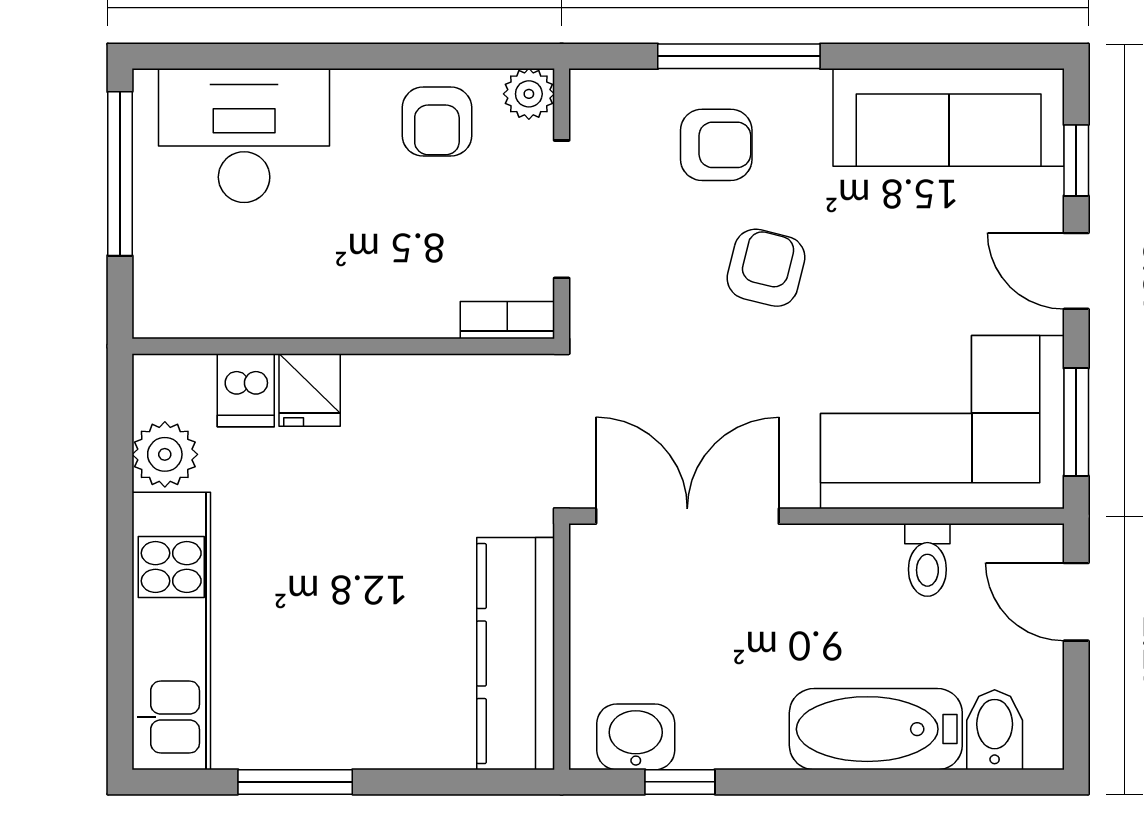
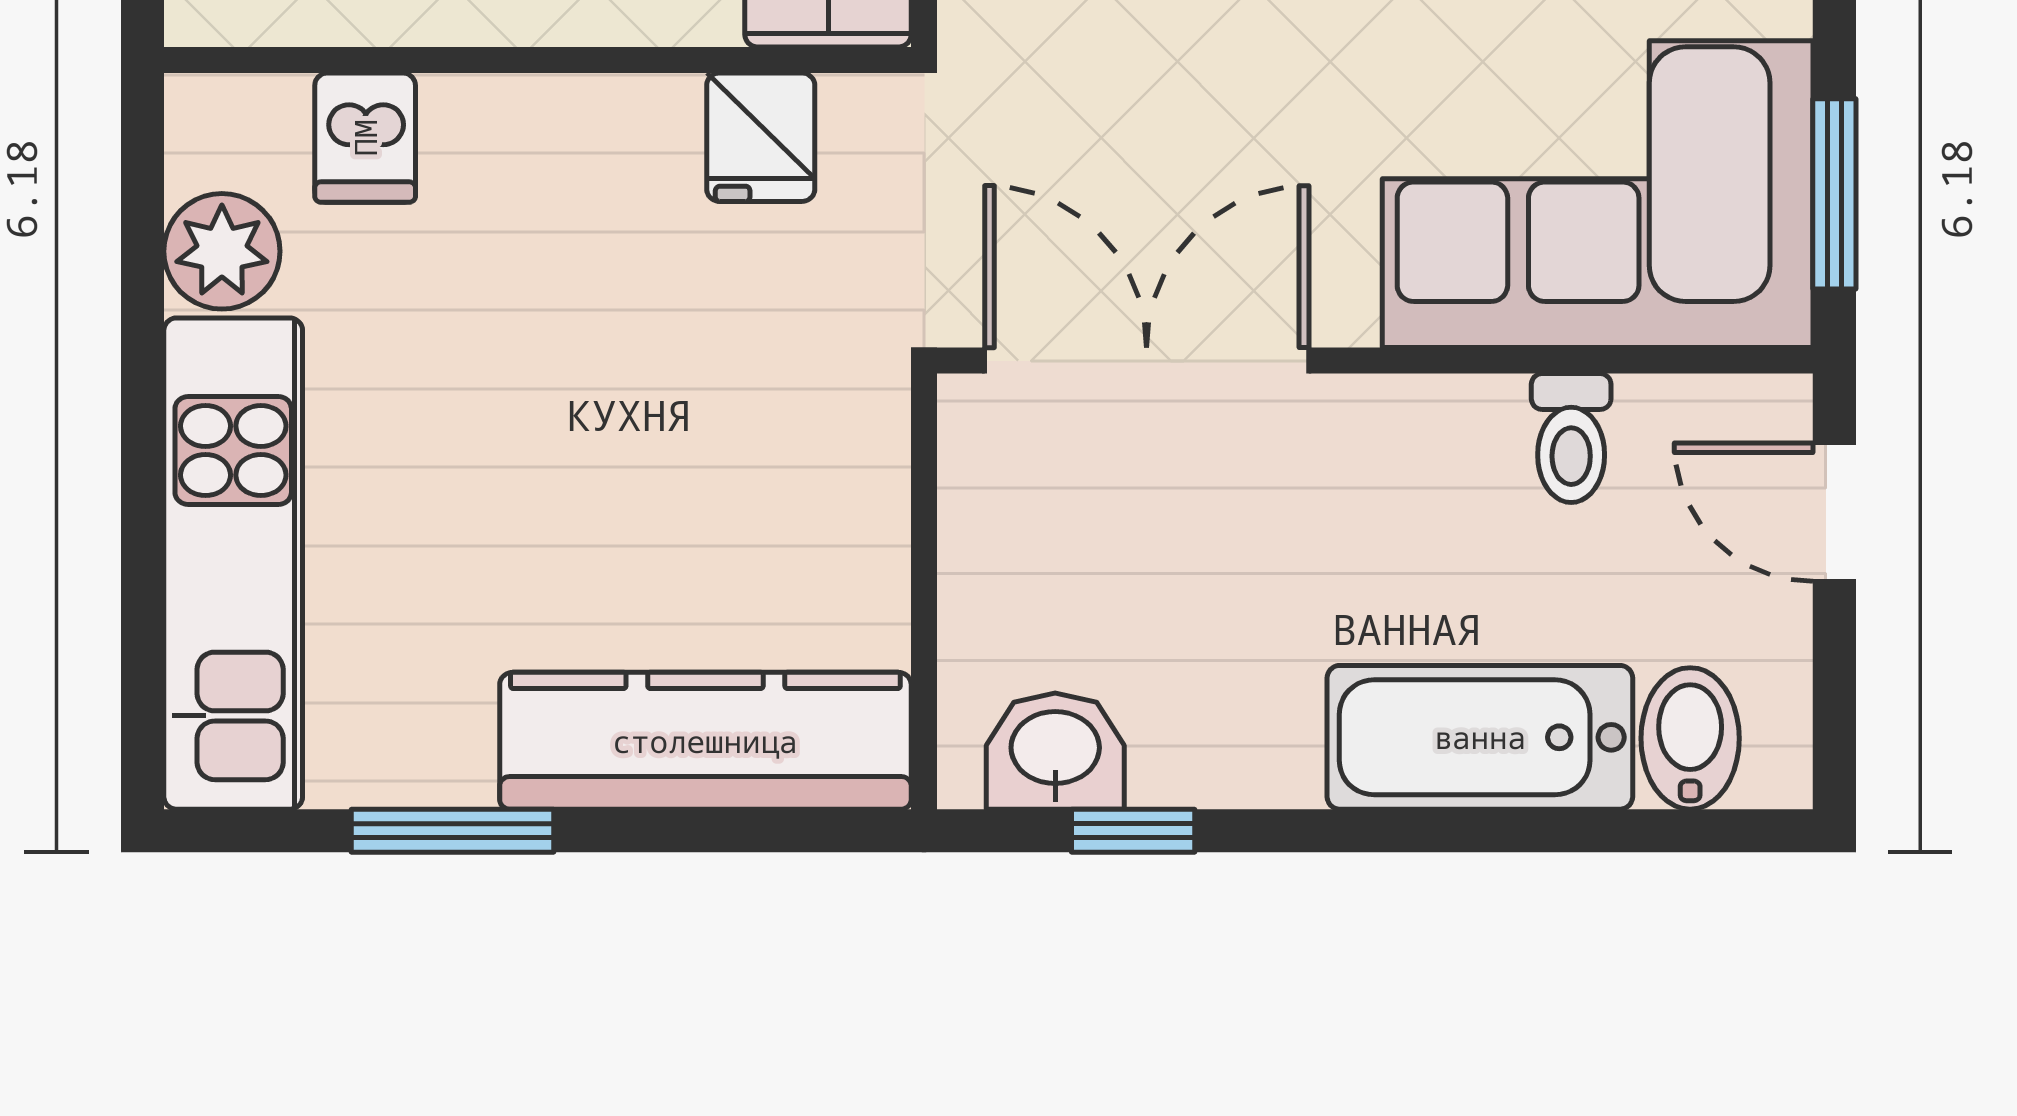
fridge: (310, 390) -> (761, 137), moved
kitchen counter: (516, 654) -> (705, 741), moved, turned 90

